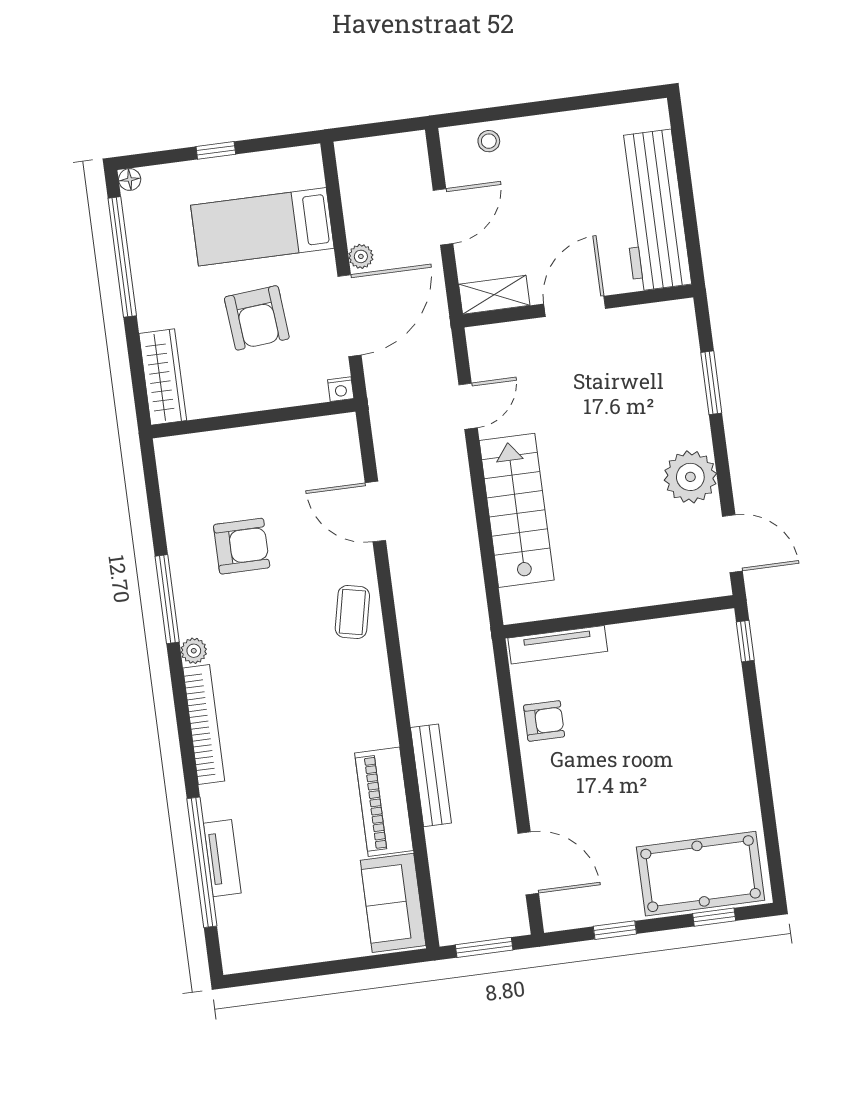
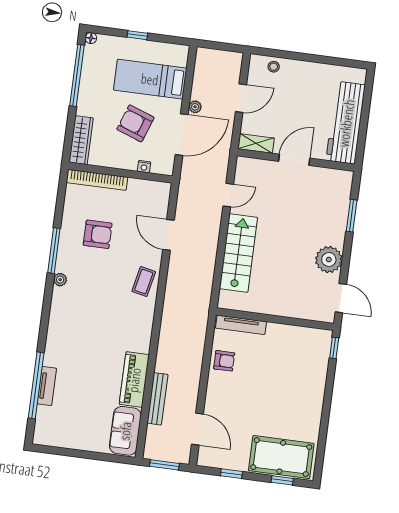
armchair: (257, 318) -> (135, 123), turned 115
nightstand: (341, 389) -> (144, 167), moved
bookcase: (204, 725) -> (97, 180), moved, turned 90
bench: (431, 775) -> (157, 399), moved

